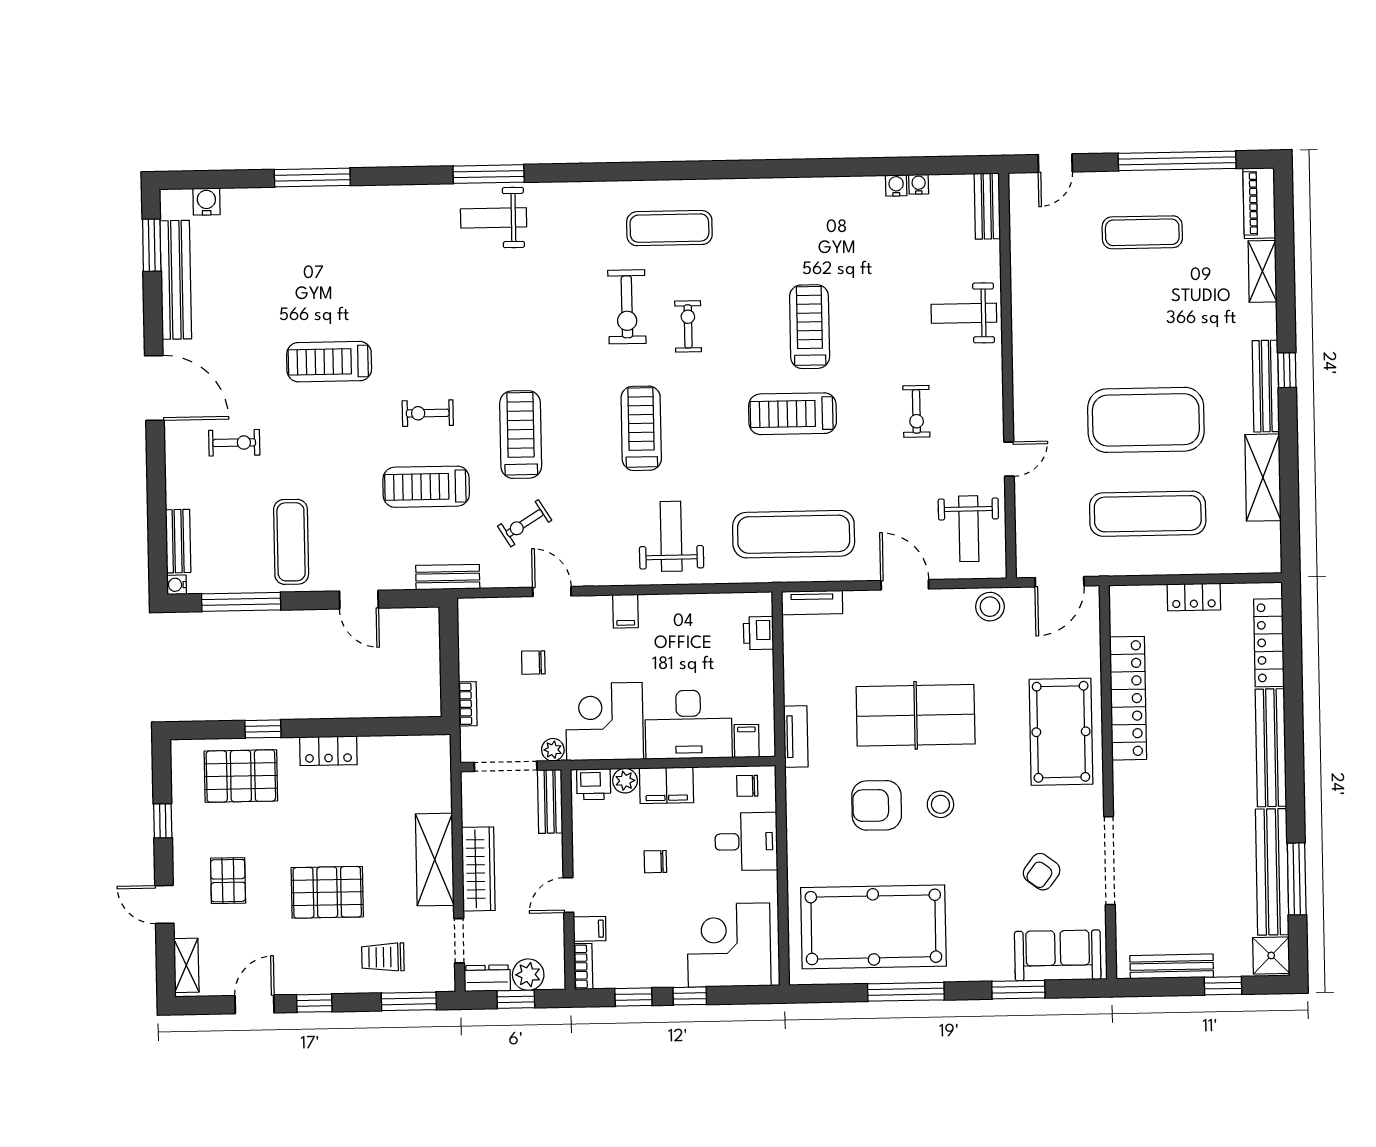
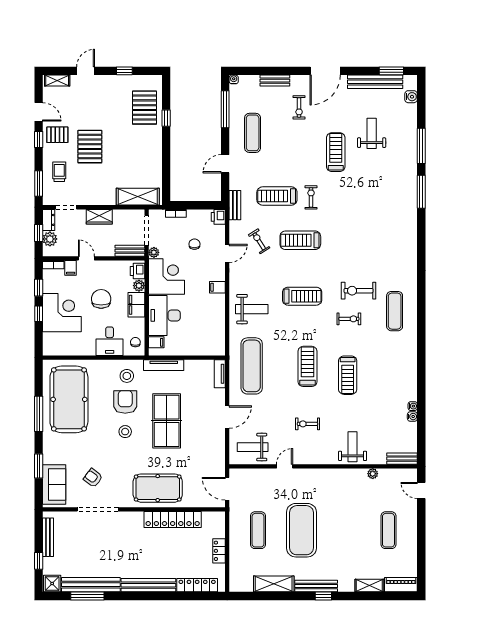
window: (1177, 161) -> (421, 547), removed
window: (489, 174) -> (421, 192), moved
water cooler: (919, 184) -> (413, 406), moved
weight bench: (494, 218) -> (372, 133), moved
plant: (1021, 269) -> (373, 474), added
treadmill: (810, 327) -> (348, 375), turned 90
treadmill: (521, 435) -> (300, 240), turned 180
door: (1009, 459) -> (285, 466), swing flipped
treadmill: (426, 487) -> (277, 196), turned -90
exercise mat: (1148, 514) -> (258, 530), width x0.73, depth x0.69
bench: (178, 541) -> (275, 81), moved
exercise mat: (291, 542) -> (253, 133), turned 90
stool: (990, 607) -> (127, 376), moved
printer: (758, 633) -> (218, 217), moved, turned -90
tv unit: (796, 737) -> (164, 365), width x1.41
locker: (328, 751) -> (155, 148), removed
shelving: (435, 860) -> (138, 197), moved
chair: (655, 862) -> (101, 299), width x1.87, depth x1.87
wardrobe: (478, 869) -> (99, 217), width x0.67
pallet: (228, 881) -> (57, 135), moved
corner desk: (729, 945) -> (62, 313), moved

